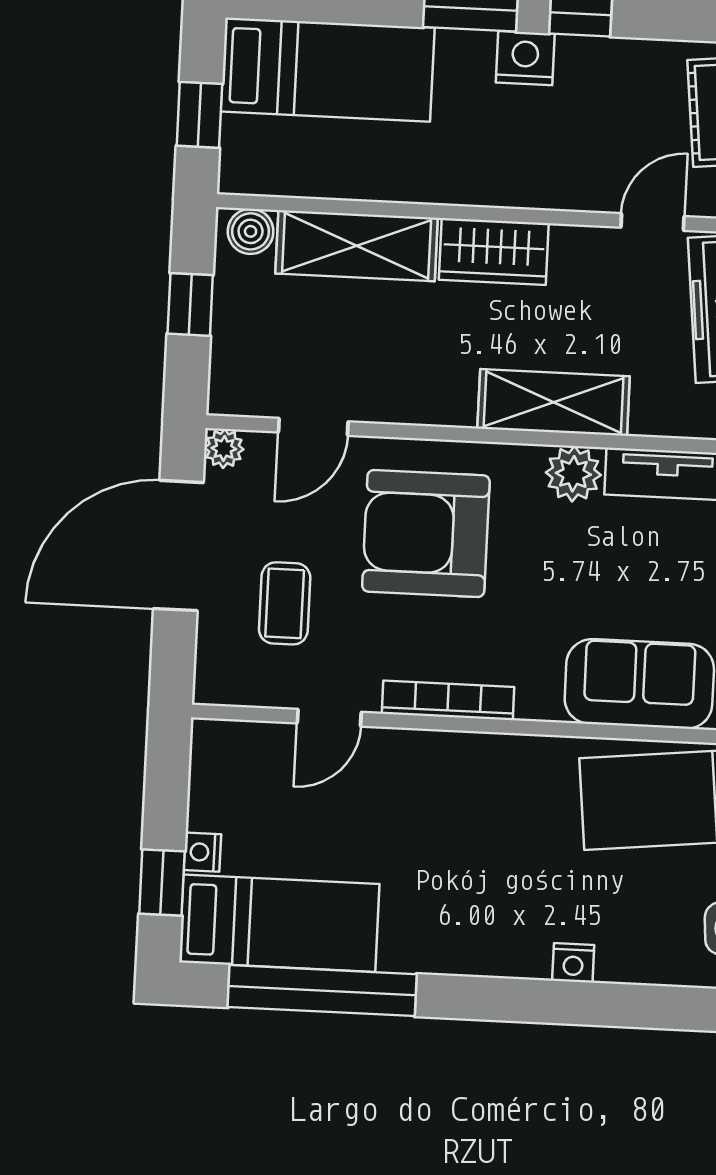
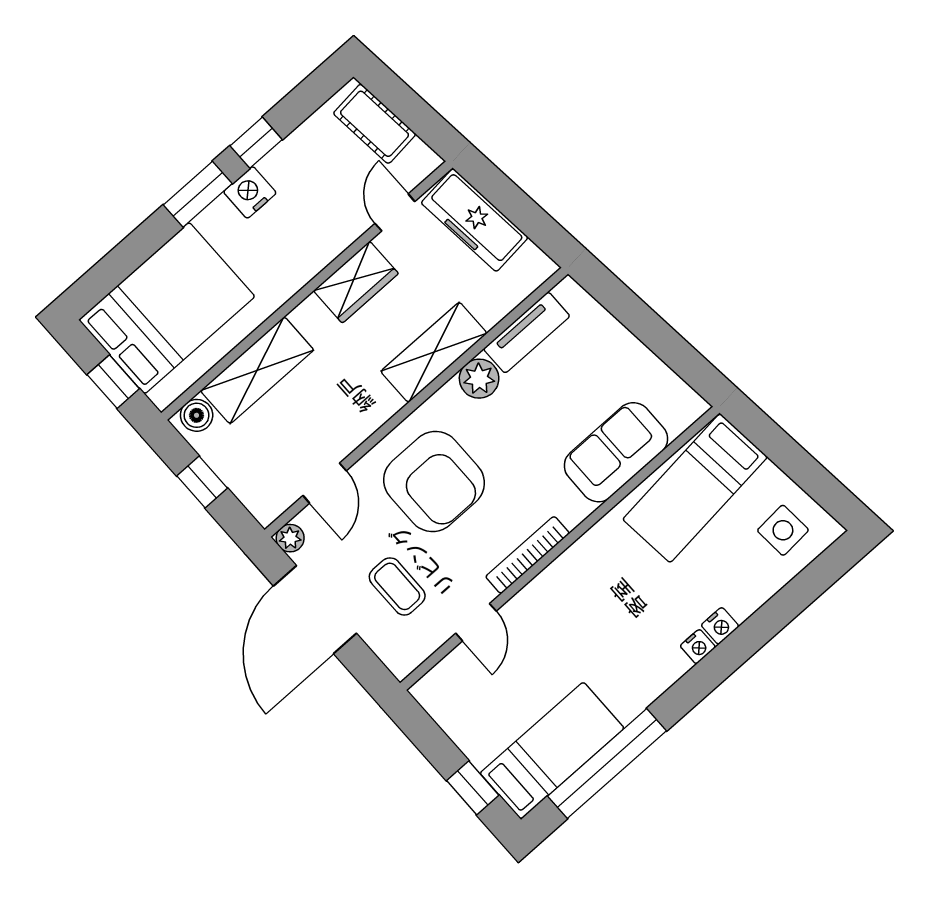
bed: (328, 70) -> (167, 308), width x1.50
wardrobe: (494, 252) -> (356, 282), moved
armchair: (426, 533) -> (434, 482), turned -90
nightstand: (202, 852) -> (698, 647), moved, turned -90

